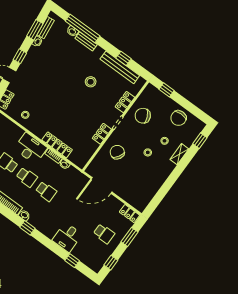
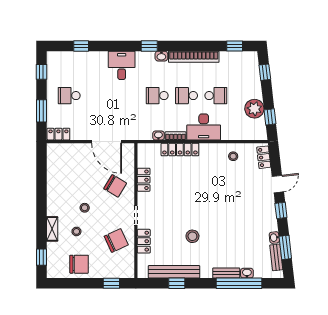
chair: (179, 118) -> (79, 264), turned 90
locker: (102, 134) -> (144, 180), moved
door: (101, 185) -> (107, 142), swing flipped
desk: (67, 237) -> (122, 65), moved

